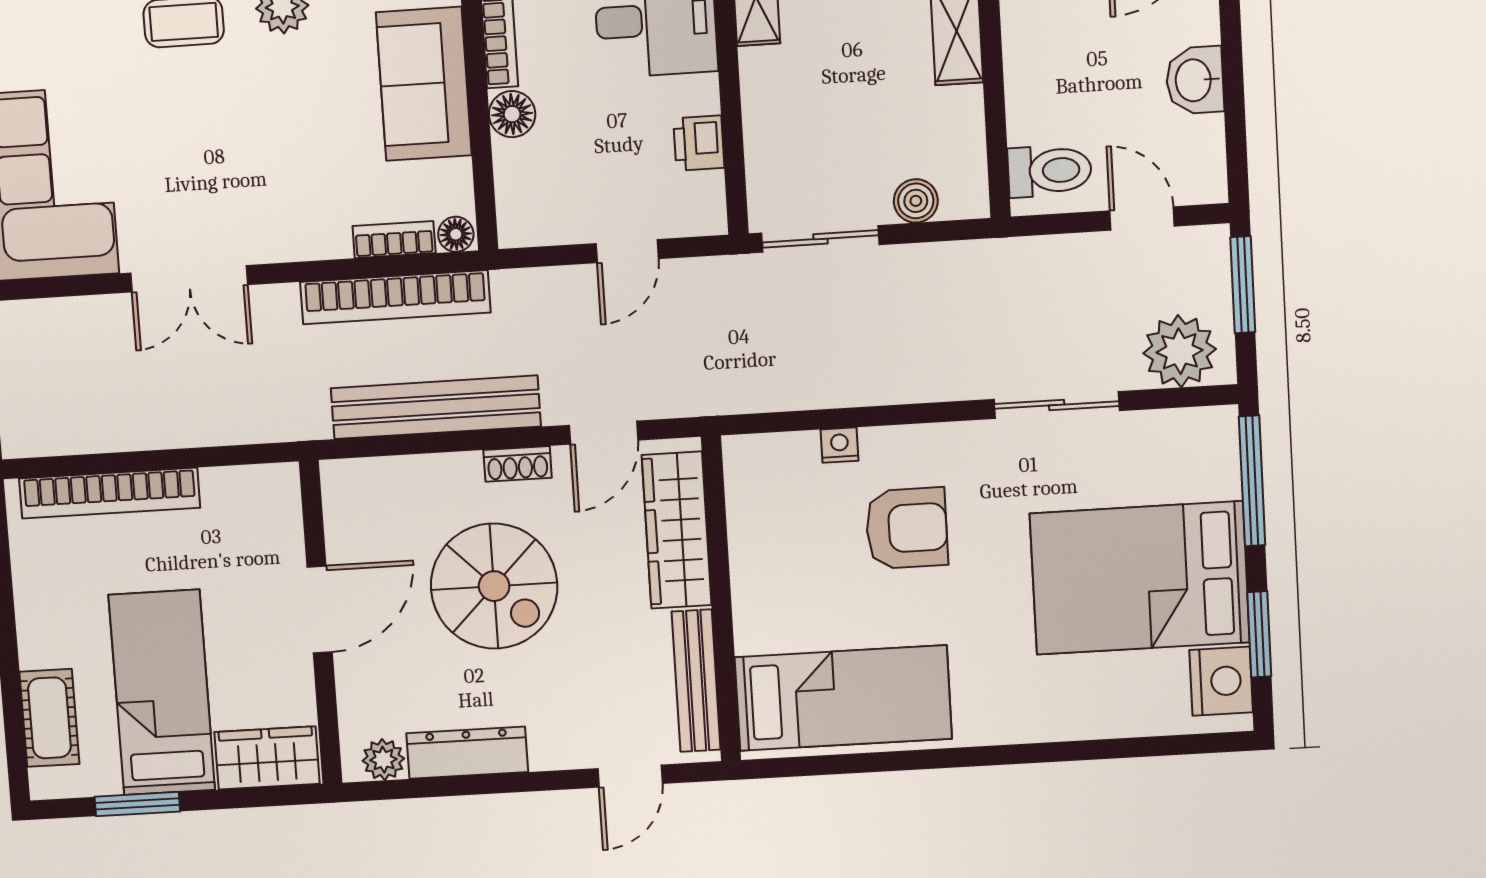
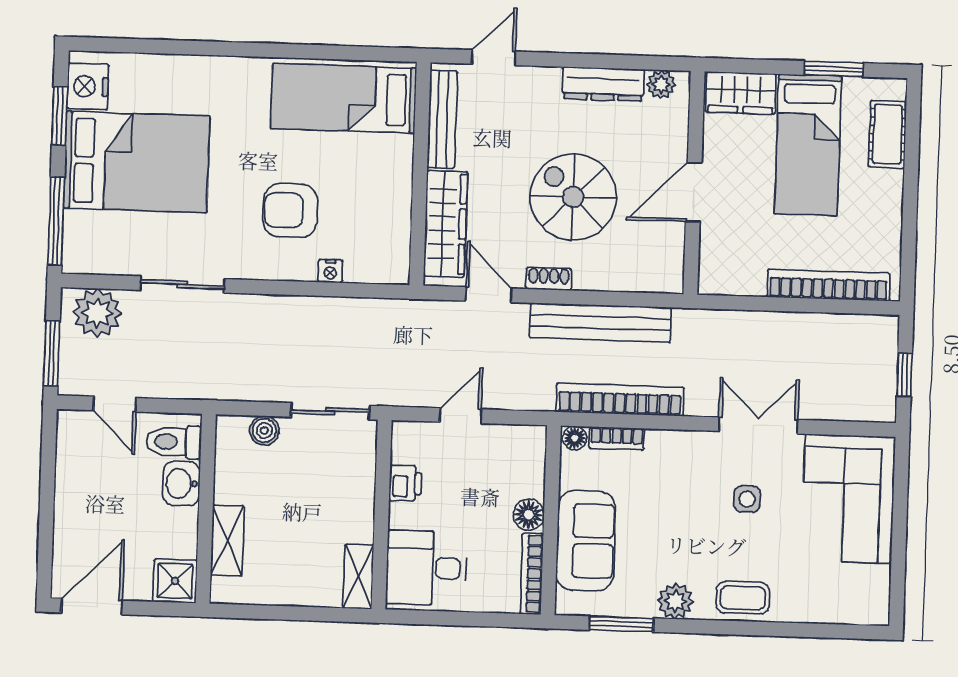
washbasin: (1195, 80) -> (181, 483), moved, turned 180
side table: (193, 169) -> (747, 499), added
door: (603, 433) -> (489, 295), hinge flipped

